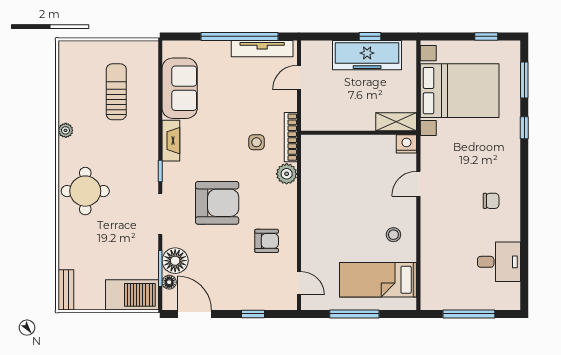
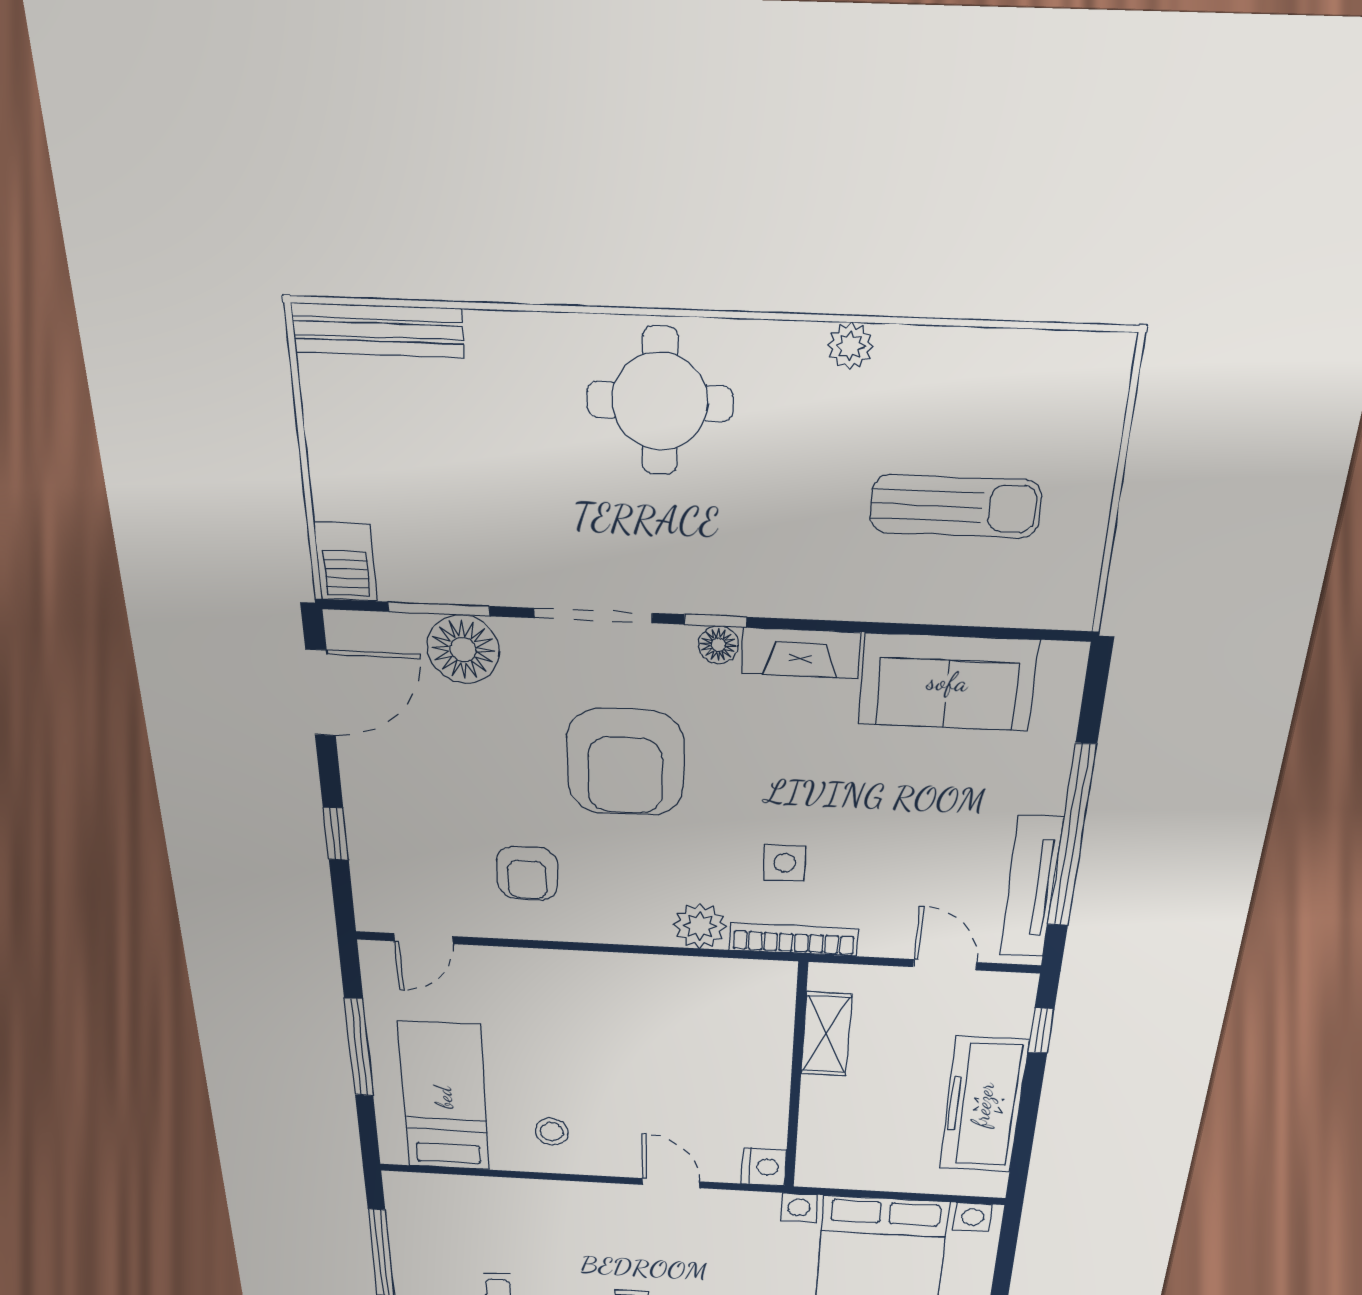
window: (370, 36) -> (1041, 1031), moved
shelving: (396, 122) -> (826, 1034), moved
floor lamp: (169, 282) -> (718, 645), moved
bench: (66, 290) -> (378, 330), width x1.36
barbecue: (132, 295) -> (346, 562), width x0.53, depth x0.65

